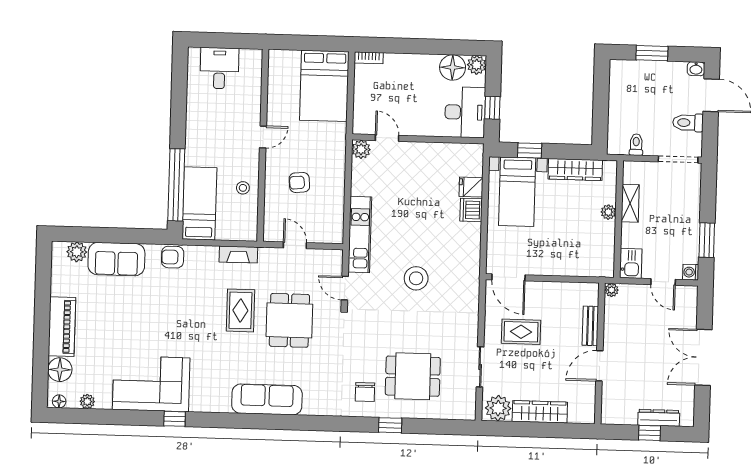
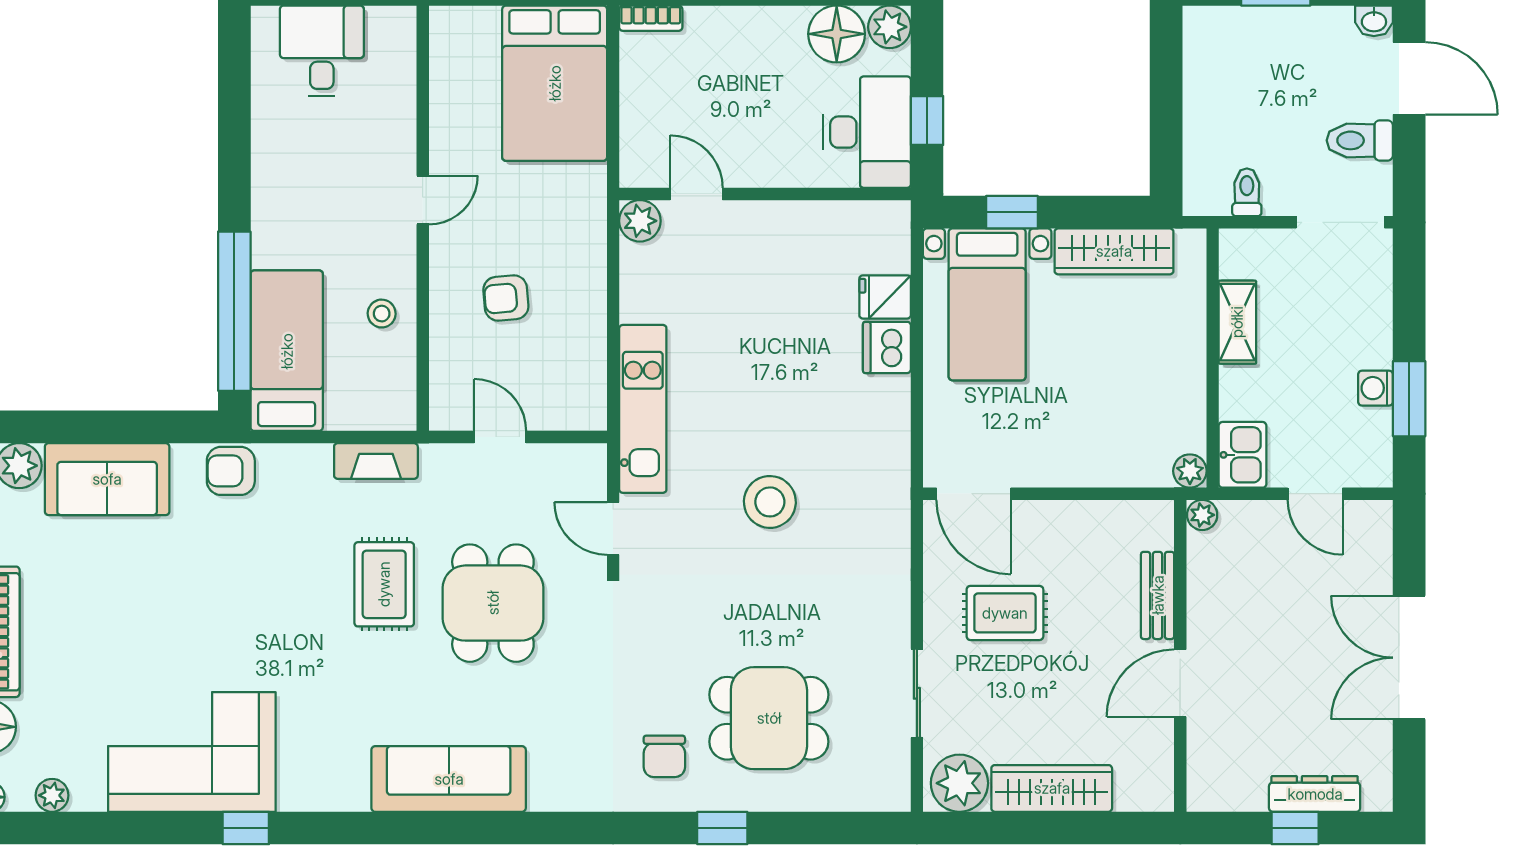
plant: (608, 212) -> (1190, 471), moved
washing machine: (691, 272) -> (1376, 388), moved

